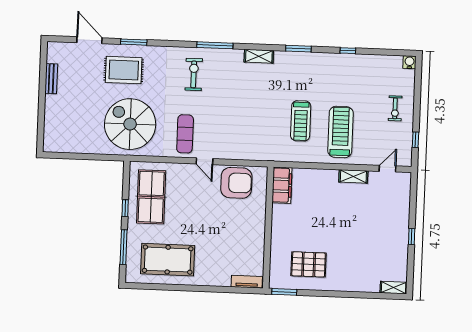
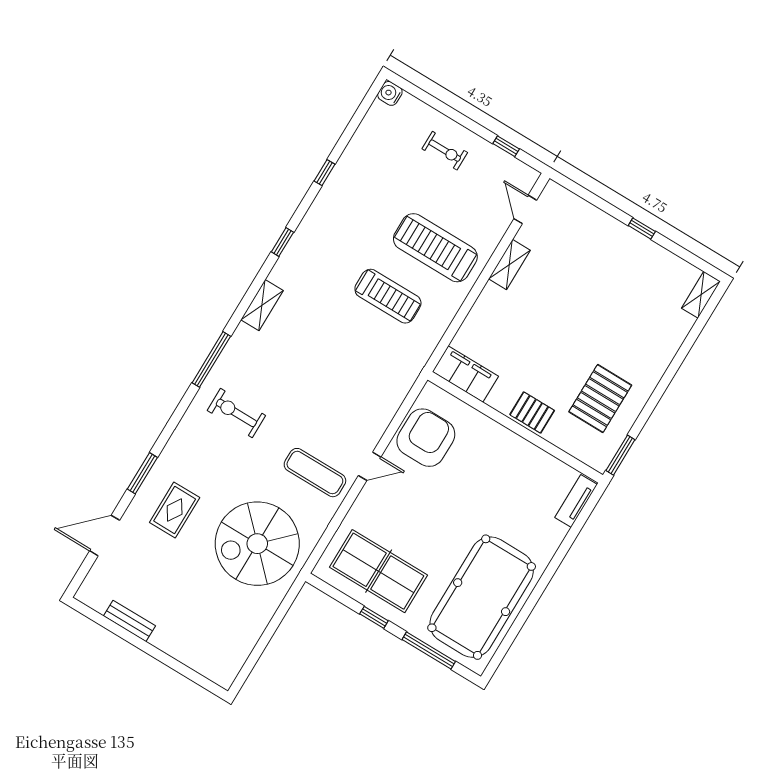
window: (298, 49) -> (282, 242), width x0.67
rug: (124, 70) -> (175, 510), width x0.73, depth x0.70
pallet: (281, 232) -> (532, 413), added
pool table: (168, 260) -> (482, 597), width x1.36, depth x1.32

